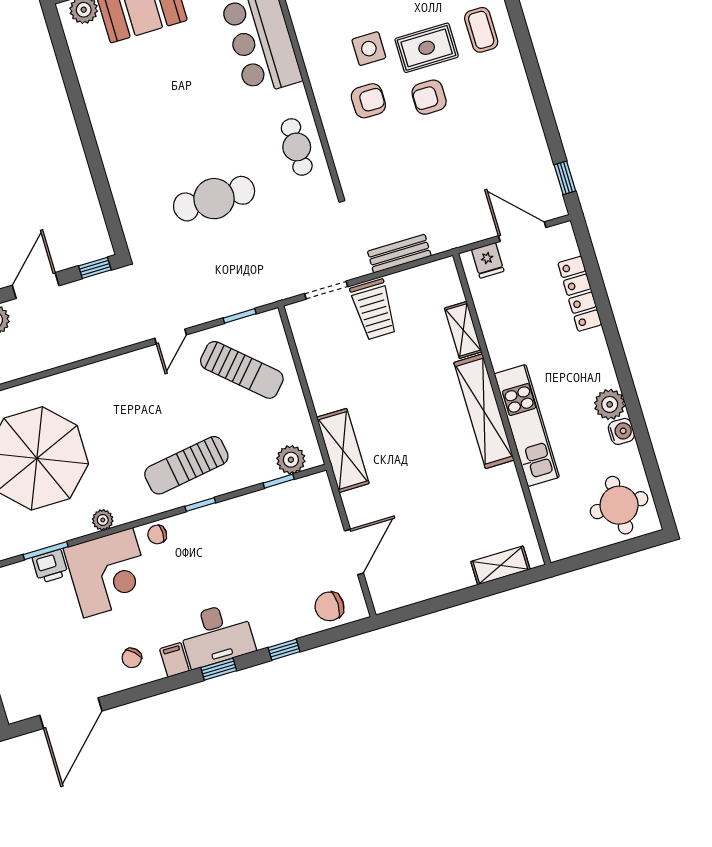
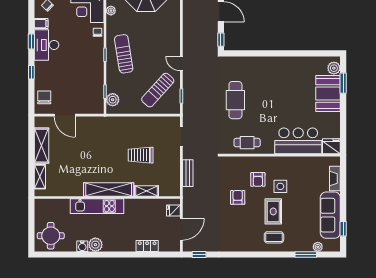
armchair: (429, 97) -> (238, 197), moved
locker: (580, 294) -> (147, 246), width x0.66
trolley: (374, 309) -> (141, 155), moved
shelving: (343, 450) -> (41, 146), moved, turned 90

